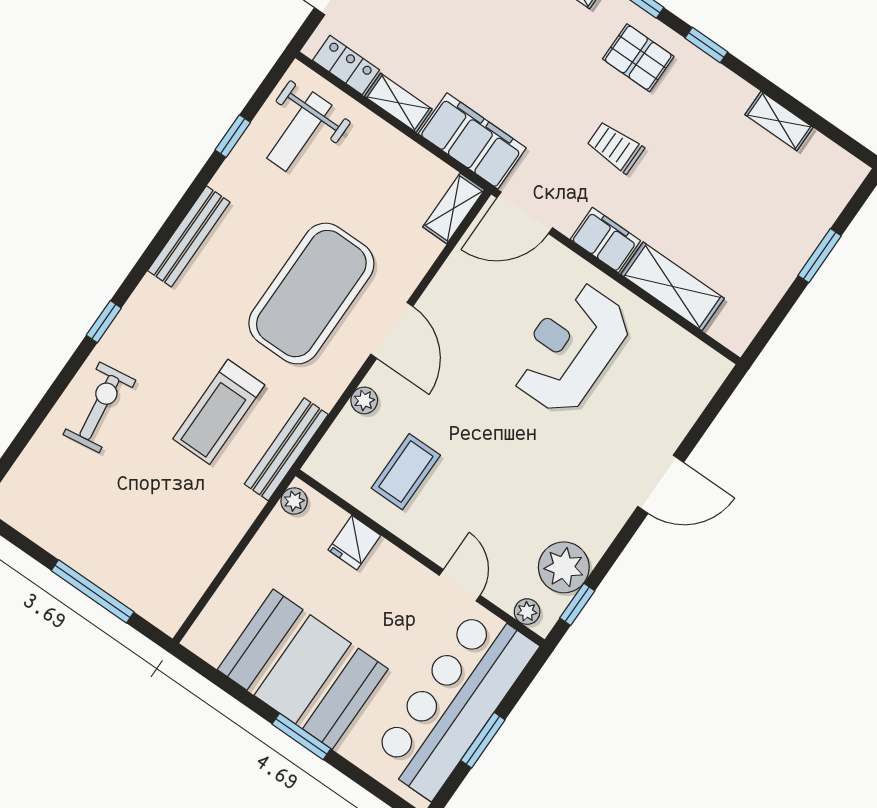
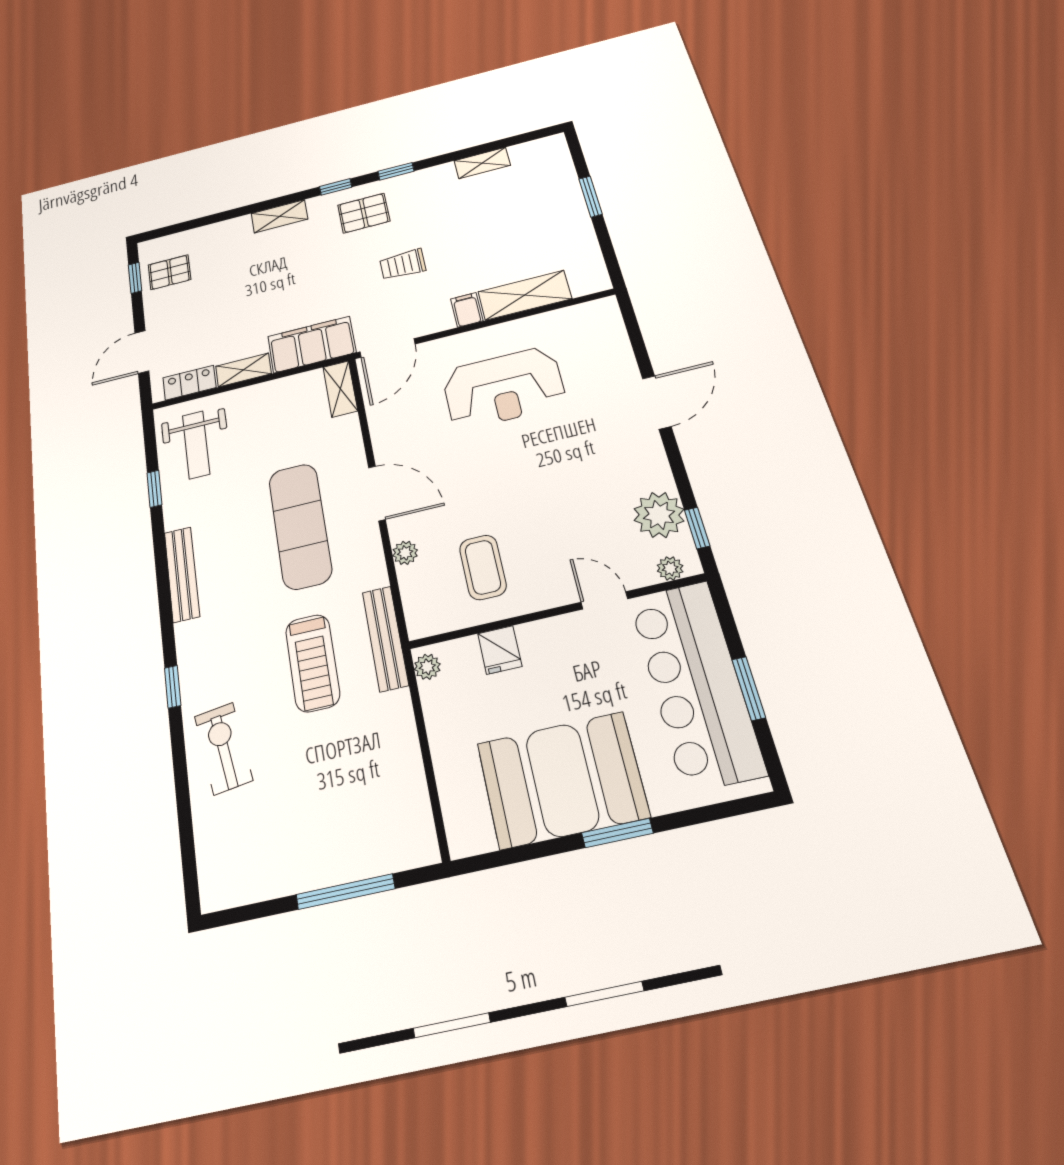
filing cabinet: (605, 240) -> (467, 310), width x0.50
exercise mat: (311, 294) -> (300, 526), width x0.68
reception desk: (570, 348) -> (504, 388), turned -90

